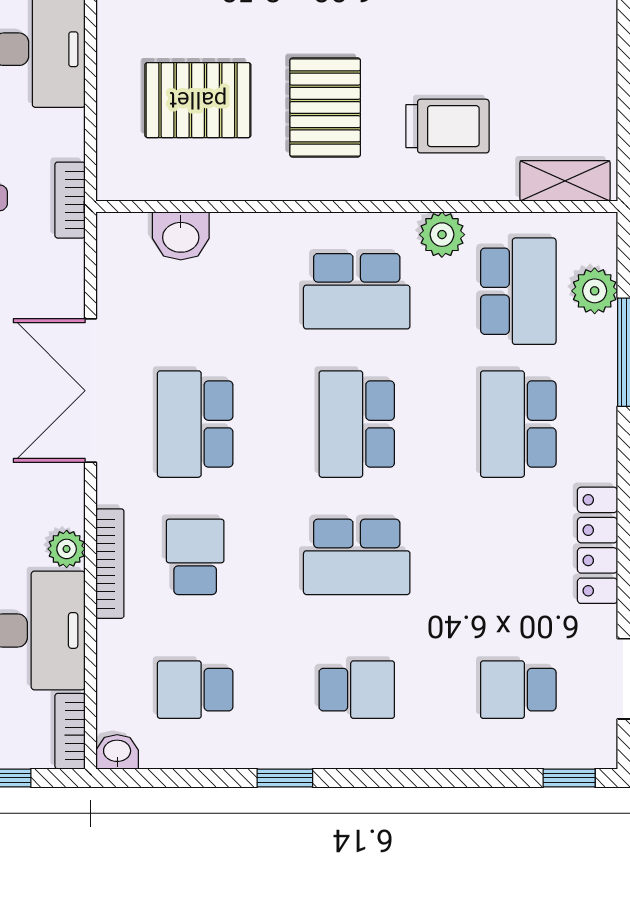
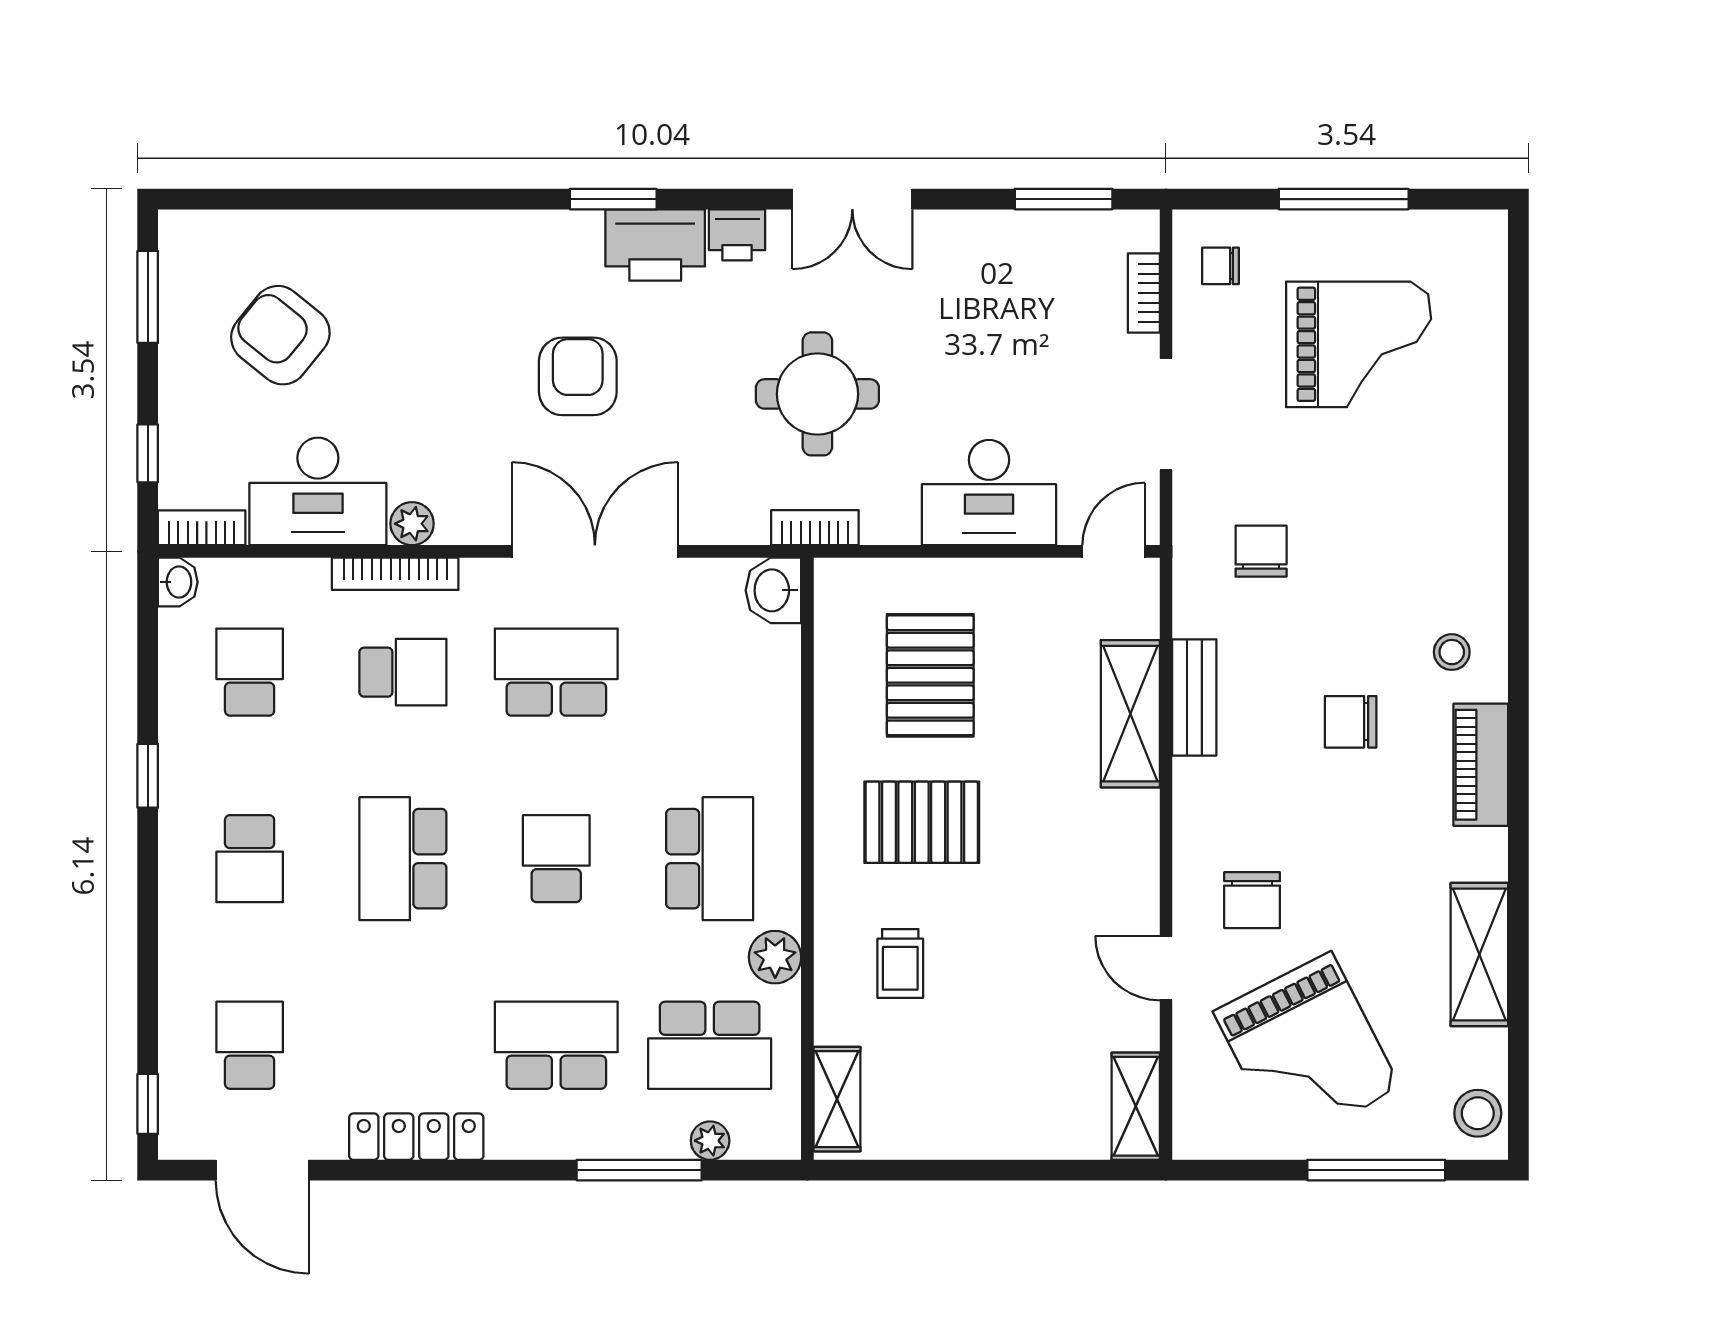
trolley: (448, 126) -> (900, 964), width x0.73, depth x0.72
washbasin: (181, 236) -> (773, 590), moved
school desk: (357, 291) -> (710, 859), turned 180
plant: (595, 291) -> (710, 1141), width x0.73, depth x0.73
school desk: (357, 424) -> (556, 859), width x0.54

